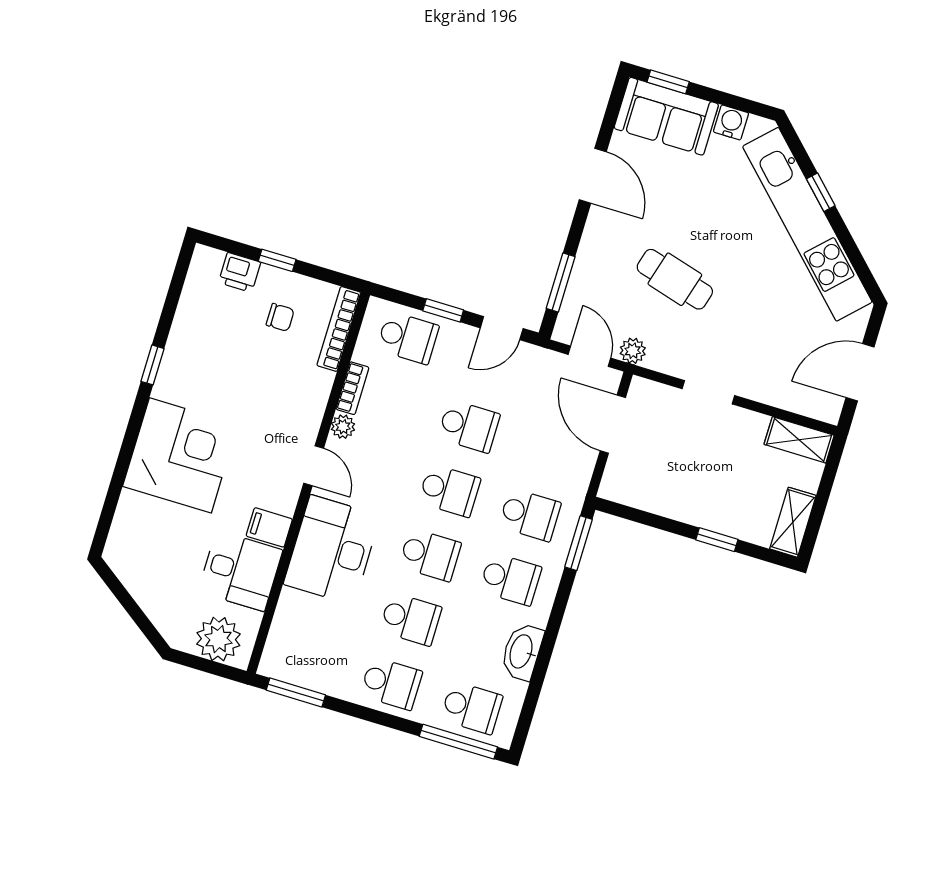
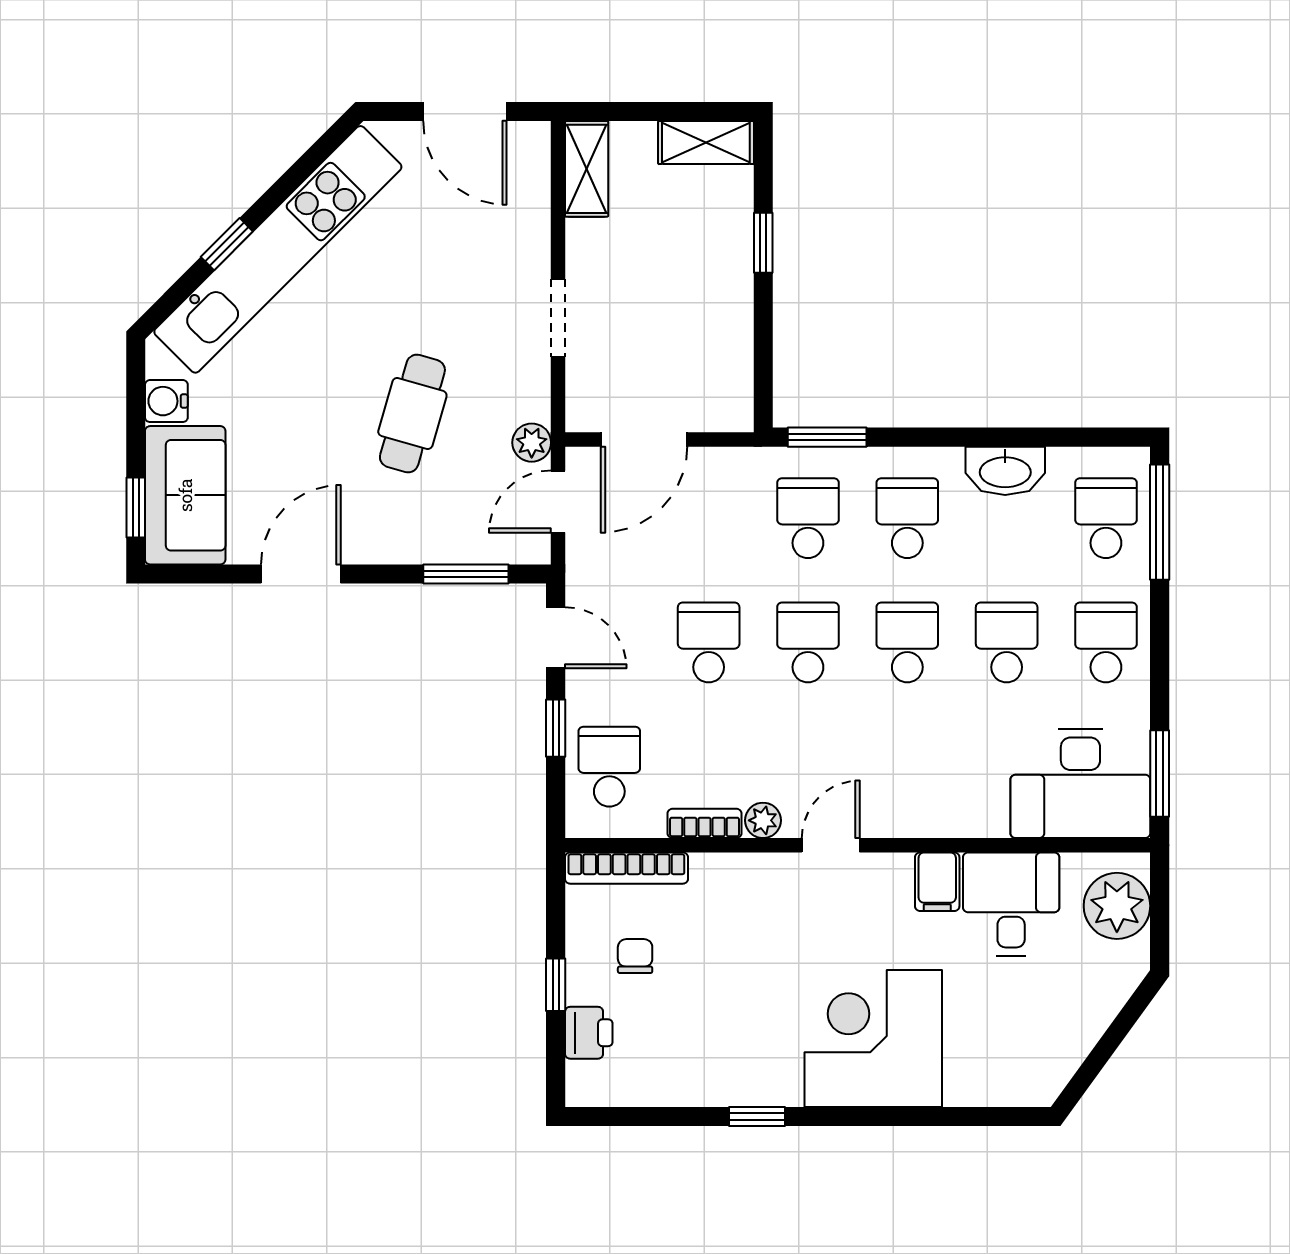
desk: (332, 550) -> (1080, 783), moved

